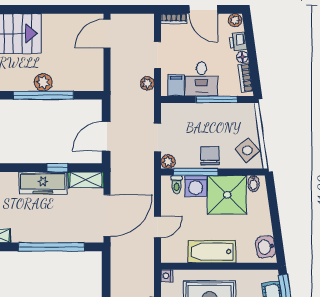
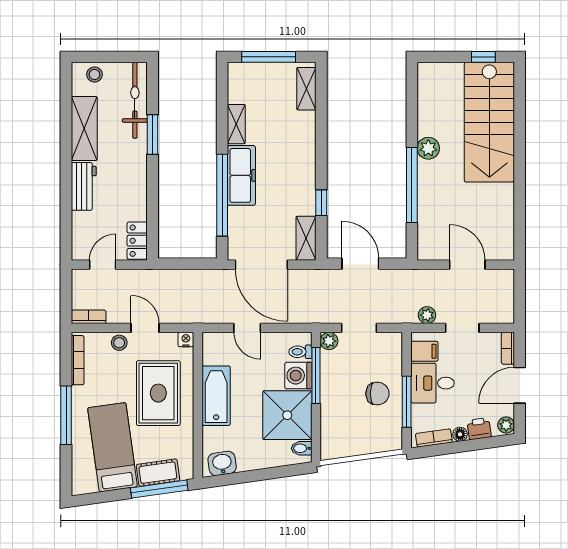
door: (107, 34) -> (467, 265), moved
plant: (43, 82) -> (428, 148), moved
side table: (247, 150) -> (343, 440), removed
chair: (210, 156) -> (377, 394), moved
freezer: (43, 183) -> (241, 175), moved, turned 180

